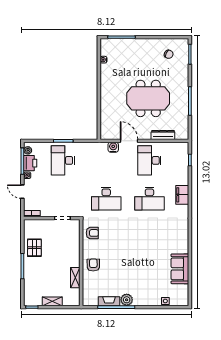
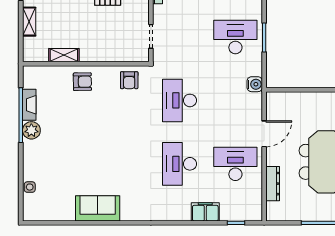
water cooler: (113, 147) -> (255, 84), moved
filing cabinet: (182, 195) -> (205, 212), moved
sofa: (180, 269) -> (98, 208), moved

